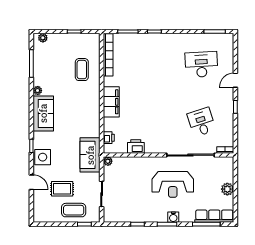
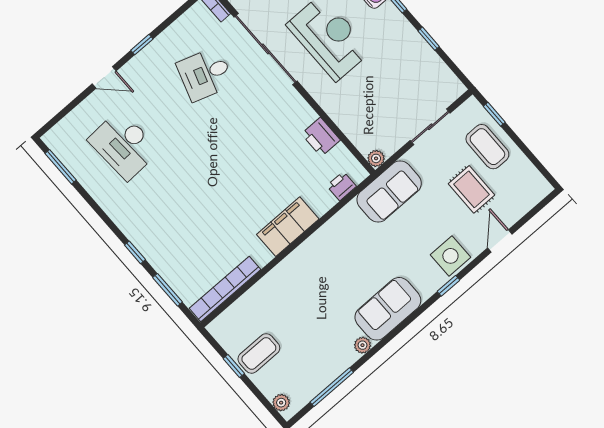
coffee table: (82, 70) -> (259, 353), moved
desk: (201, 122) -> (205, 74), turned 36

